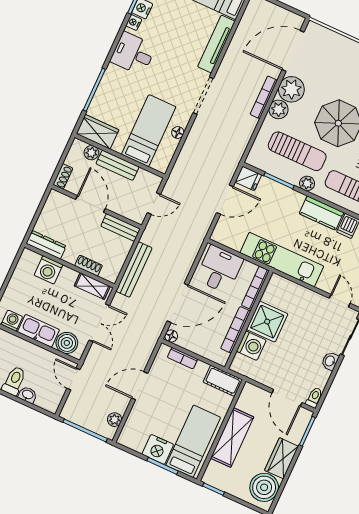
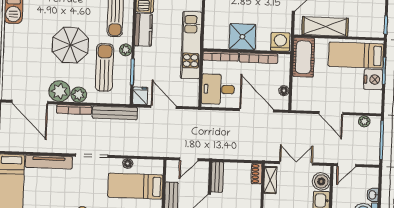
door: (154, 204) -> (189, 159), swing flipped
shoe rack: (89, 266) -> (257, 174), moved
bench: (134, 270) -> (115, 113), moved
floor lamp: (171, 336) -> (284, 91), moved
washing machine: (251, 346) -> (280, 42), moved
bookcase: (182, 358) -> (297, 89), removed
cot: (223, 381) -> (304, 57), width x1.37, depth x1.34
shelving: (232, 438) -> (325, 26), moved

